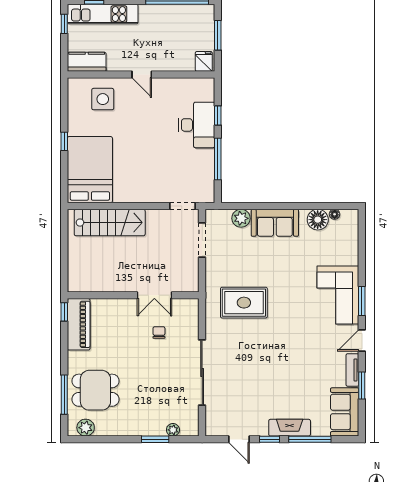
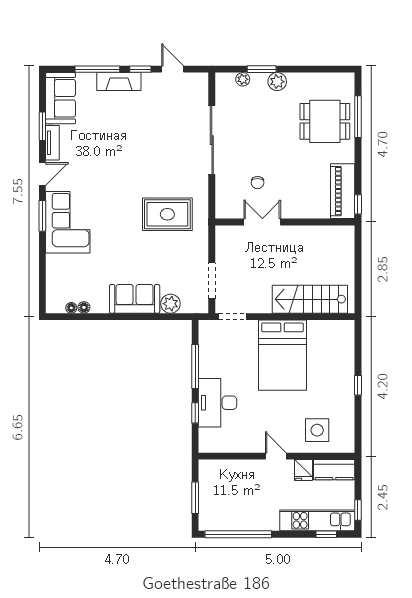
fridge: (204, 61) -> (303, 470), moved
bed: (90, 170) -> (282, 355), moved
floor lamp: (318, 220) -> (84, 307), width x0.53, depth x0.53
plant: (86, 428) -> (277, 82), moved

